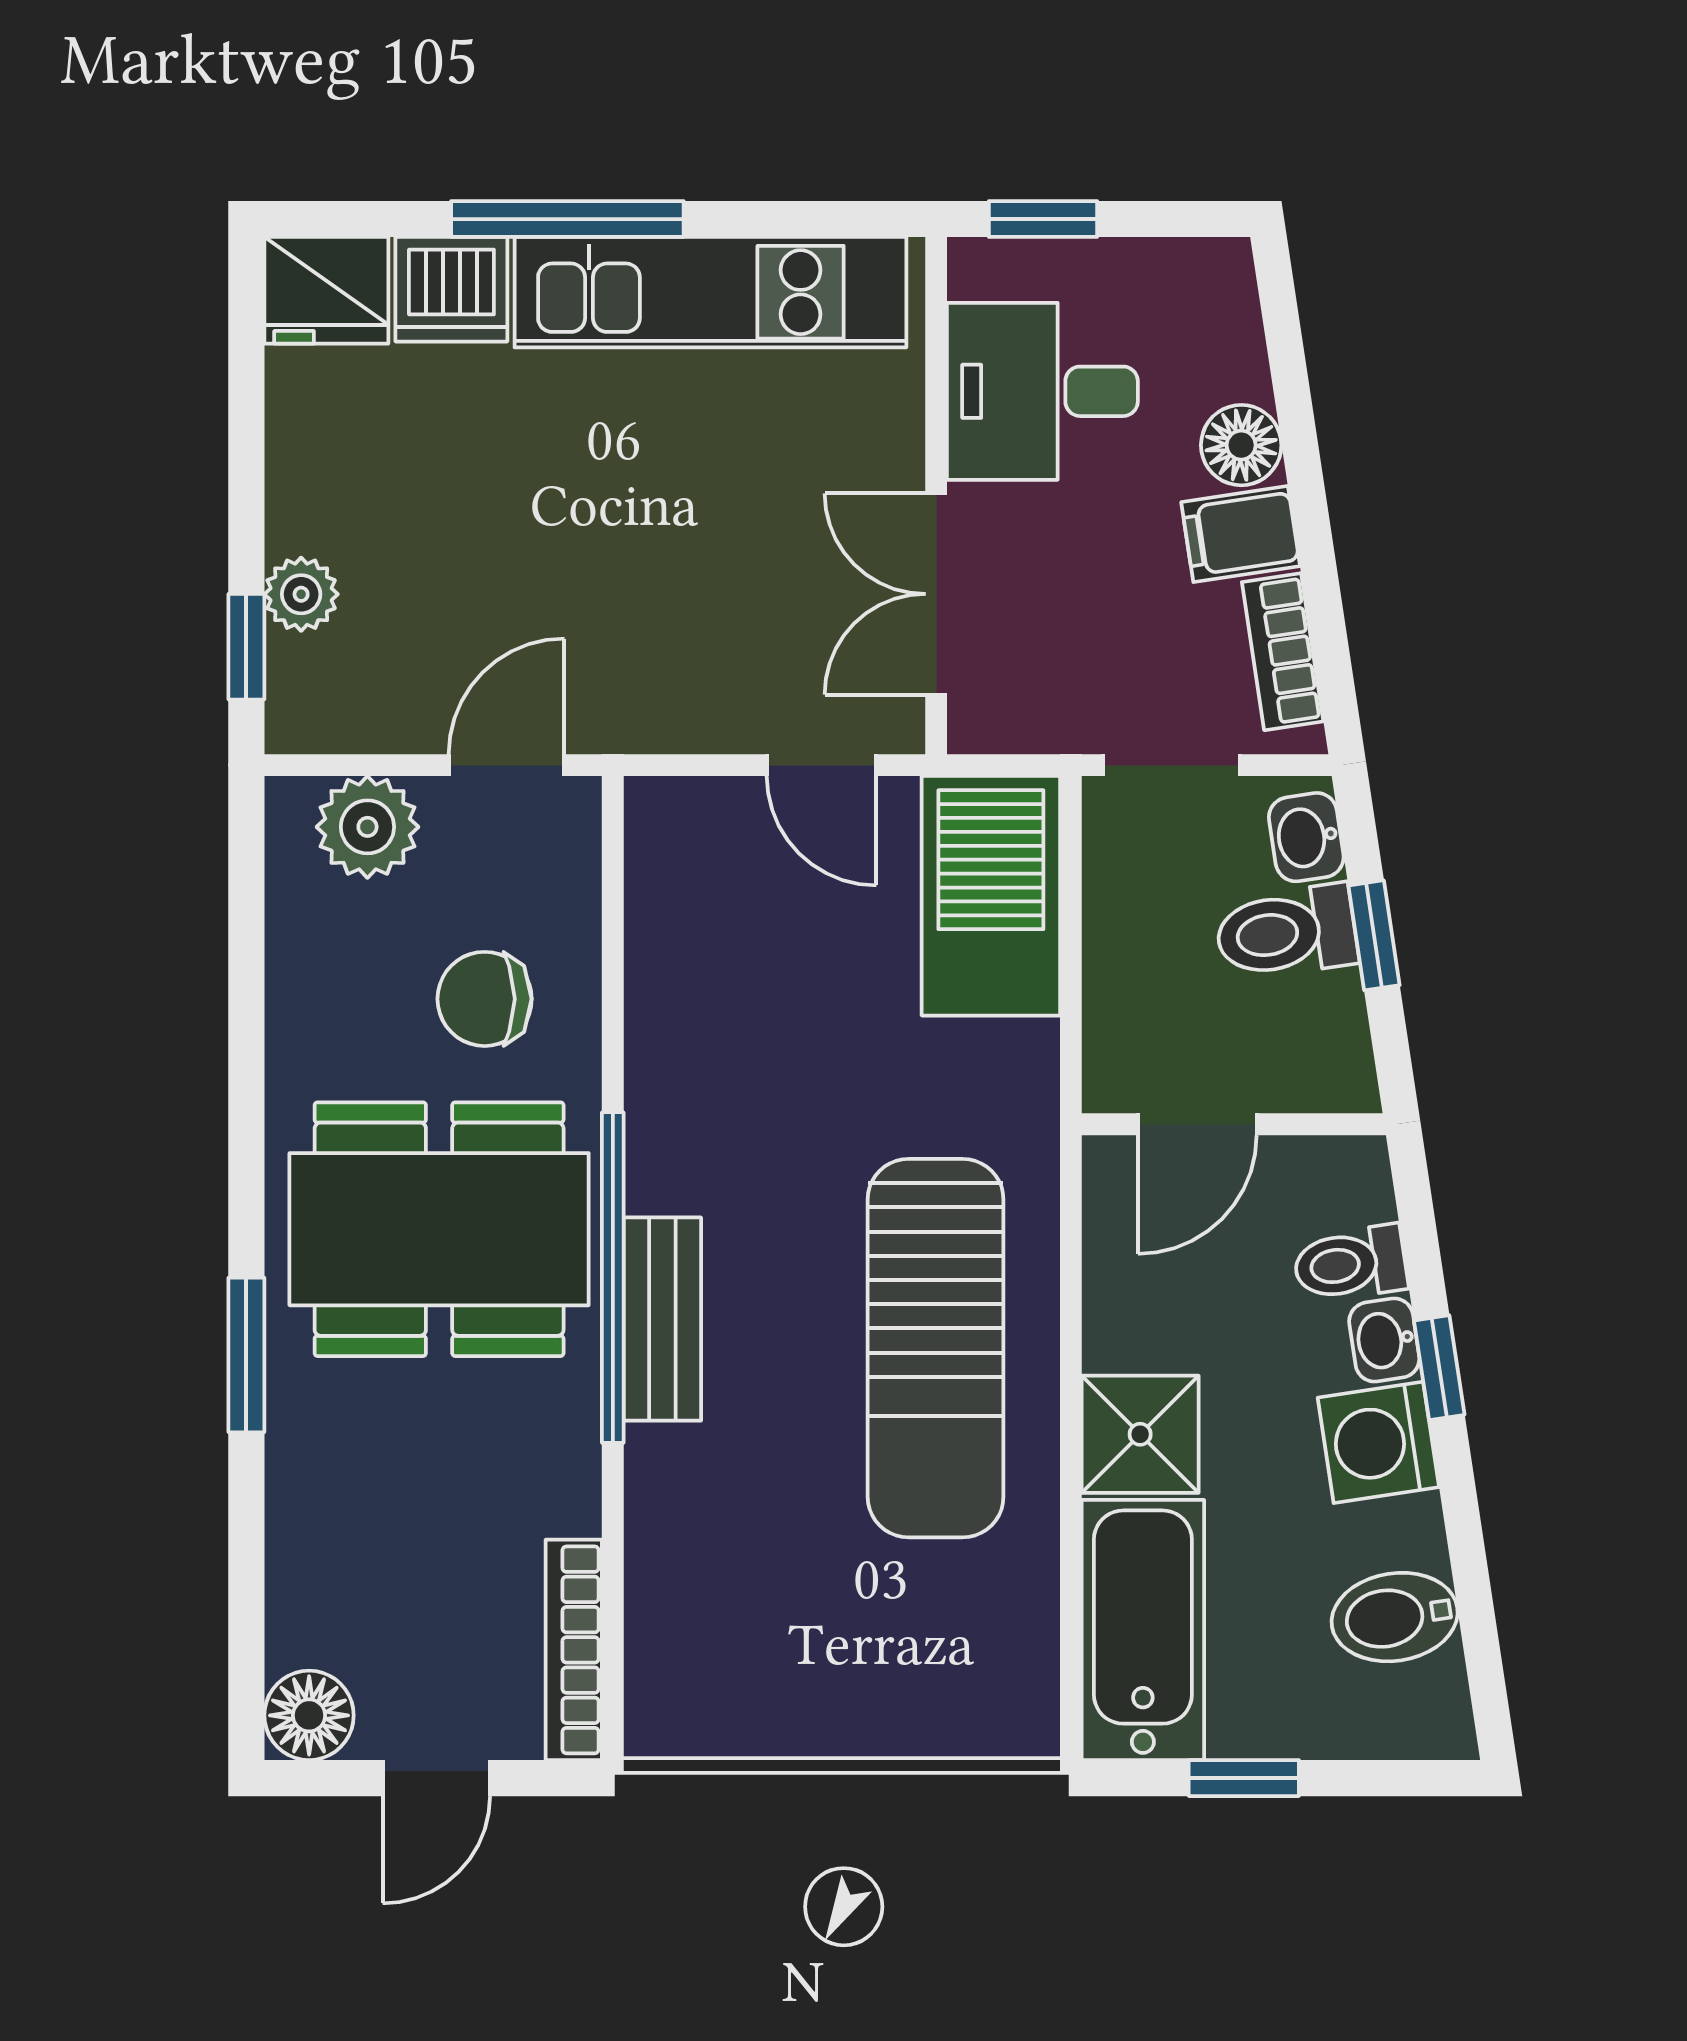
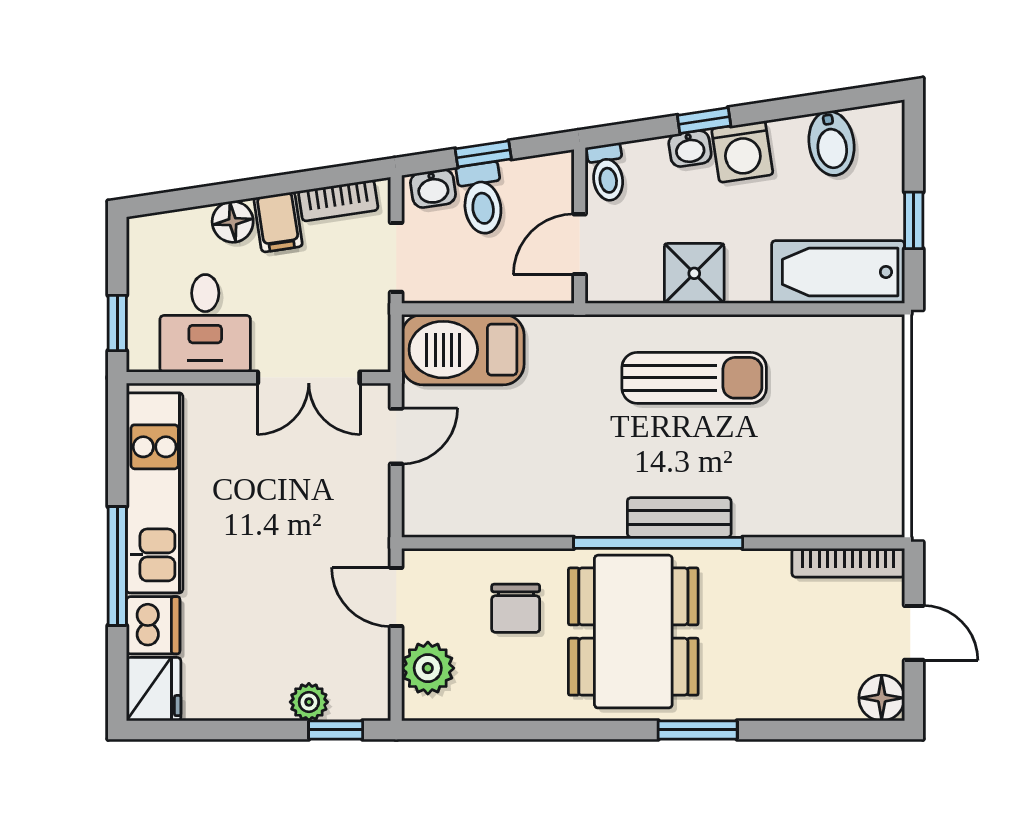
door: (1197, 1124) -> (580, 244), swing flipped
toilet: (1350, 1264) -> (607, 173), moved
sun lounger: (936, 1348) -> (694, 378), width x0.73, depth x0.75
shower: (1140, 1434) -> (694, 273), moved

